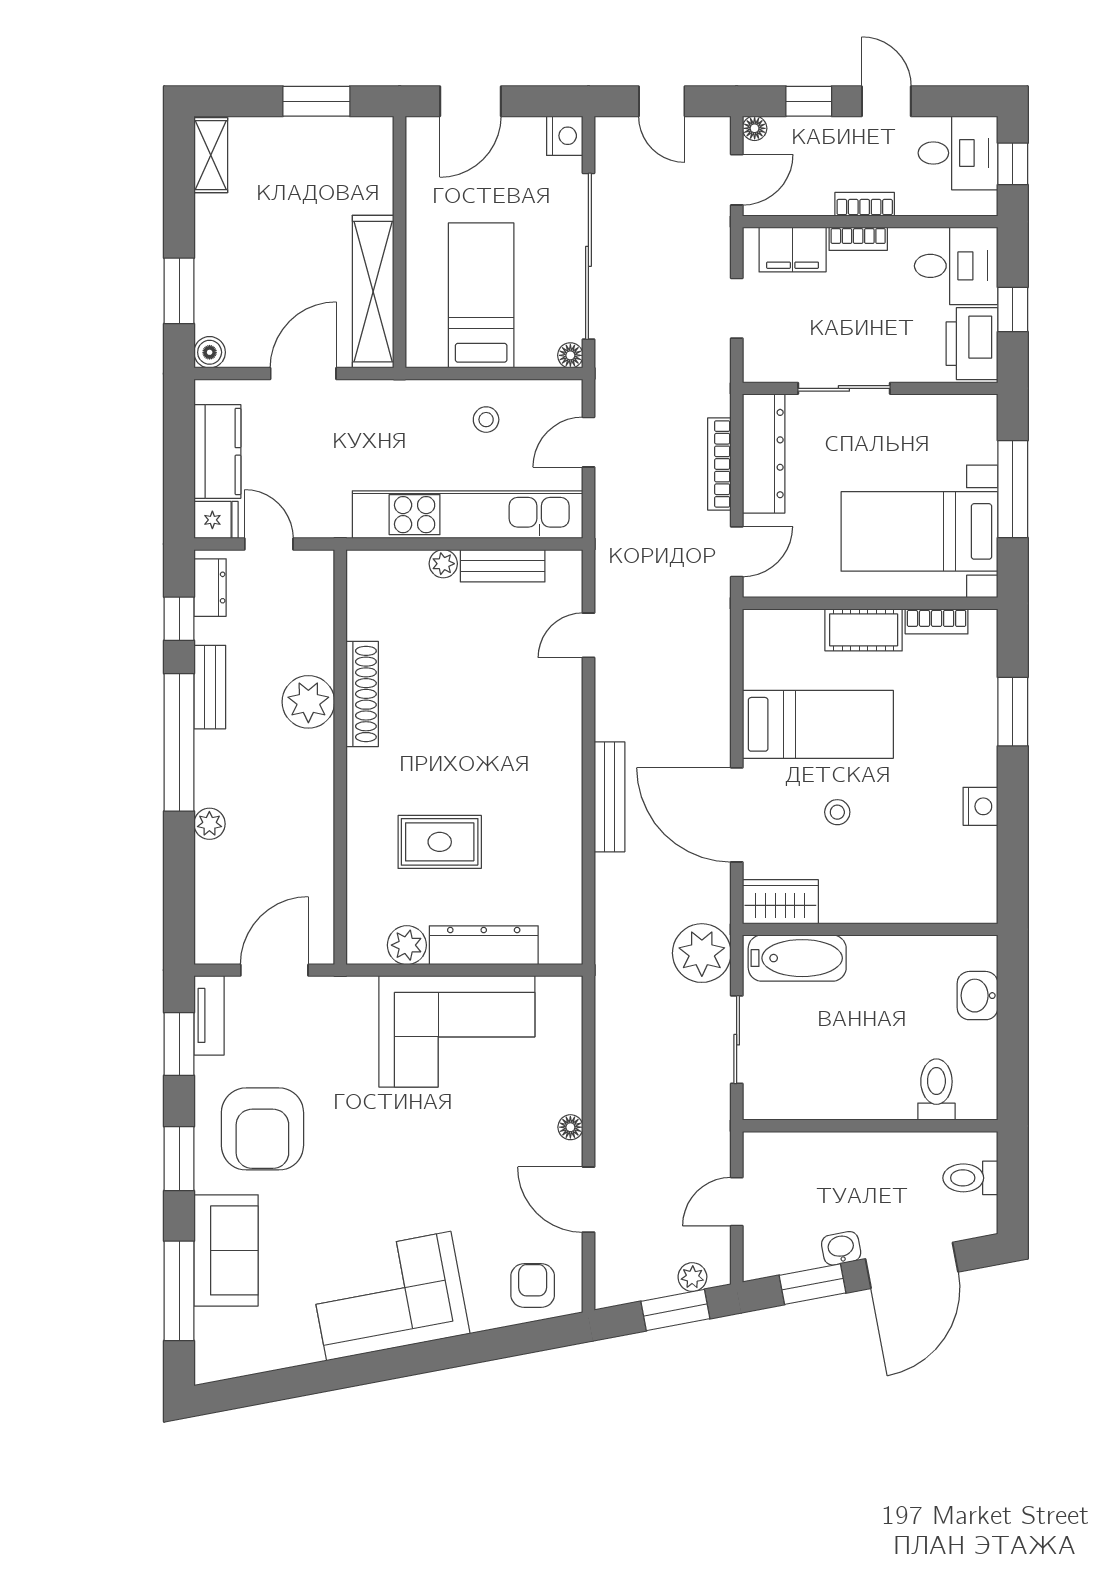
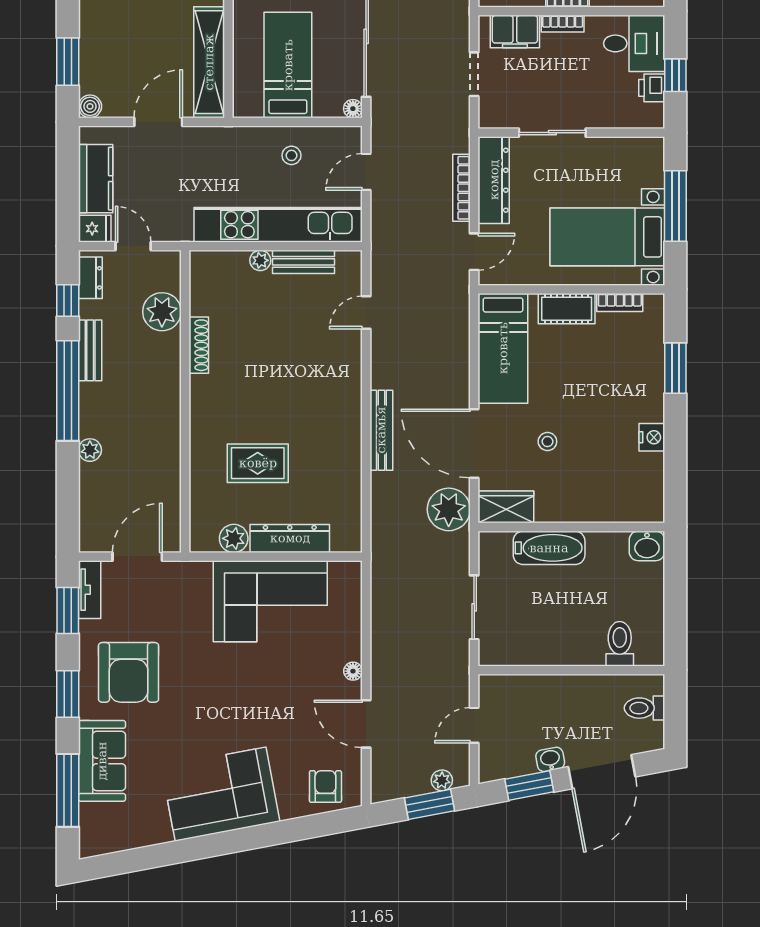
printer: (972, 344) -> (652, 88), width x0.53, depth x0.68
shoe rack: (362, 694) -> (199, 345), width x0.74, depth x0.81
plant: (308, 702) -> (162, 312), moved
bed: (818, 724) -> (503, 348), moved, turned 90
plant: (702, 953) -> (449, 509), moved
bathtub: (797, 958) -> (549, 548), moved
washbasin: (978, 996) -> (647, 546), moved, turned -90

